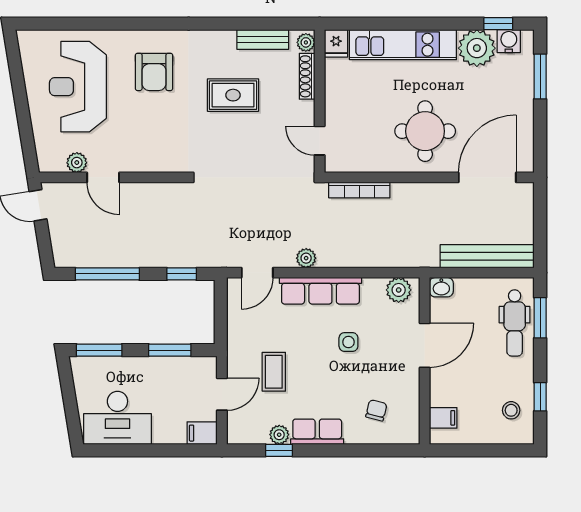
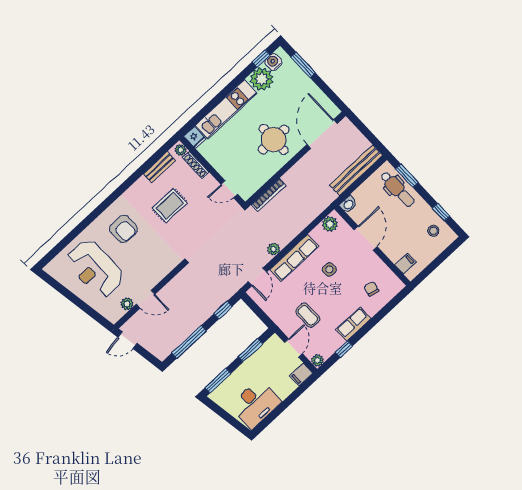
plant: (279, 435) -> (318, 360), moved

